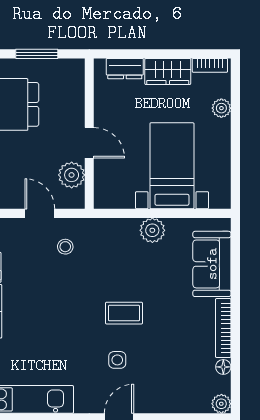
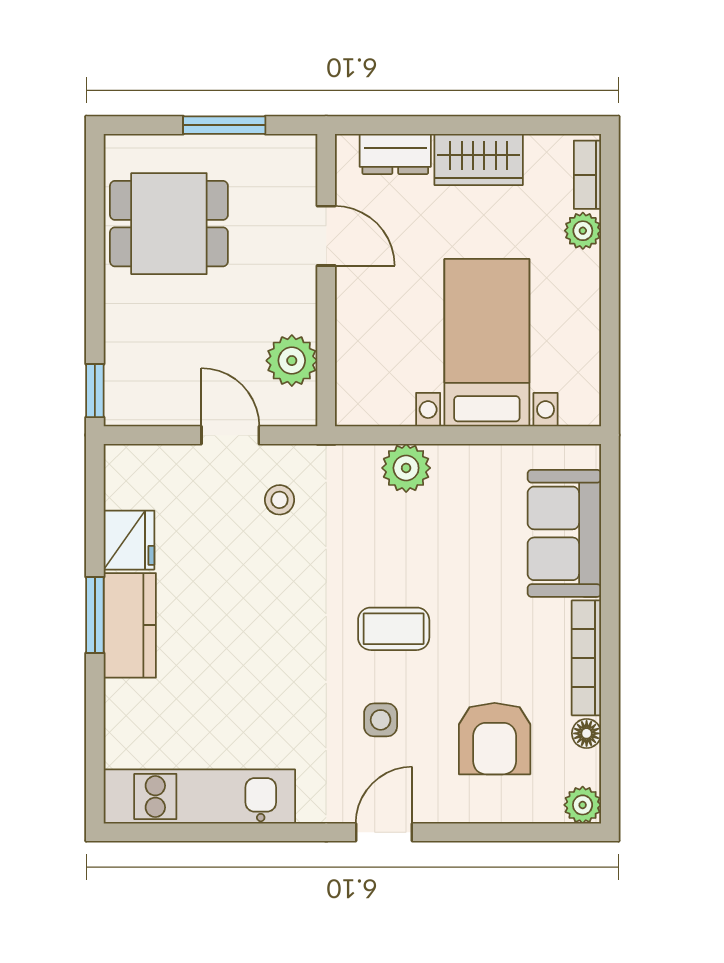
bookcase: (210, 65) -> (587, 175), moved, turned 90
door: (89, 143) -> (326, 236), moved
plant: (152, 230) -> (406, 468), moved
armchair: (176, 370) -> (495, 739), added

